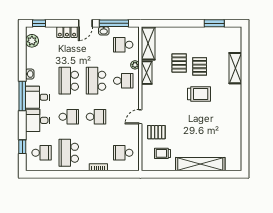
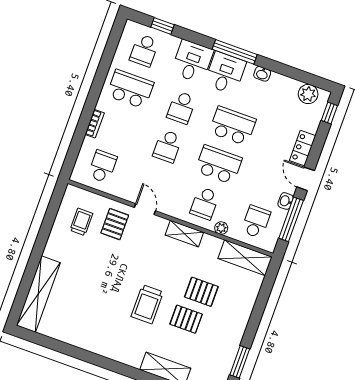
shelving: (147, 73) -> (184, 234), moved
shelving: (200, 164) -> (38, 294), moved

